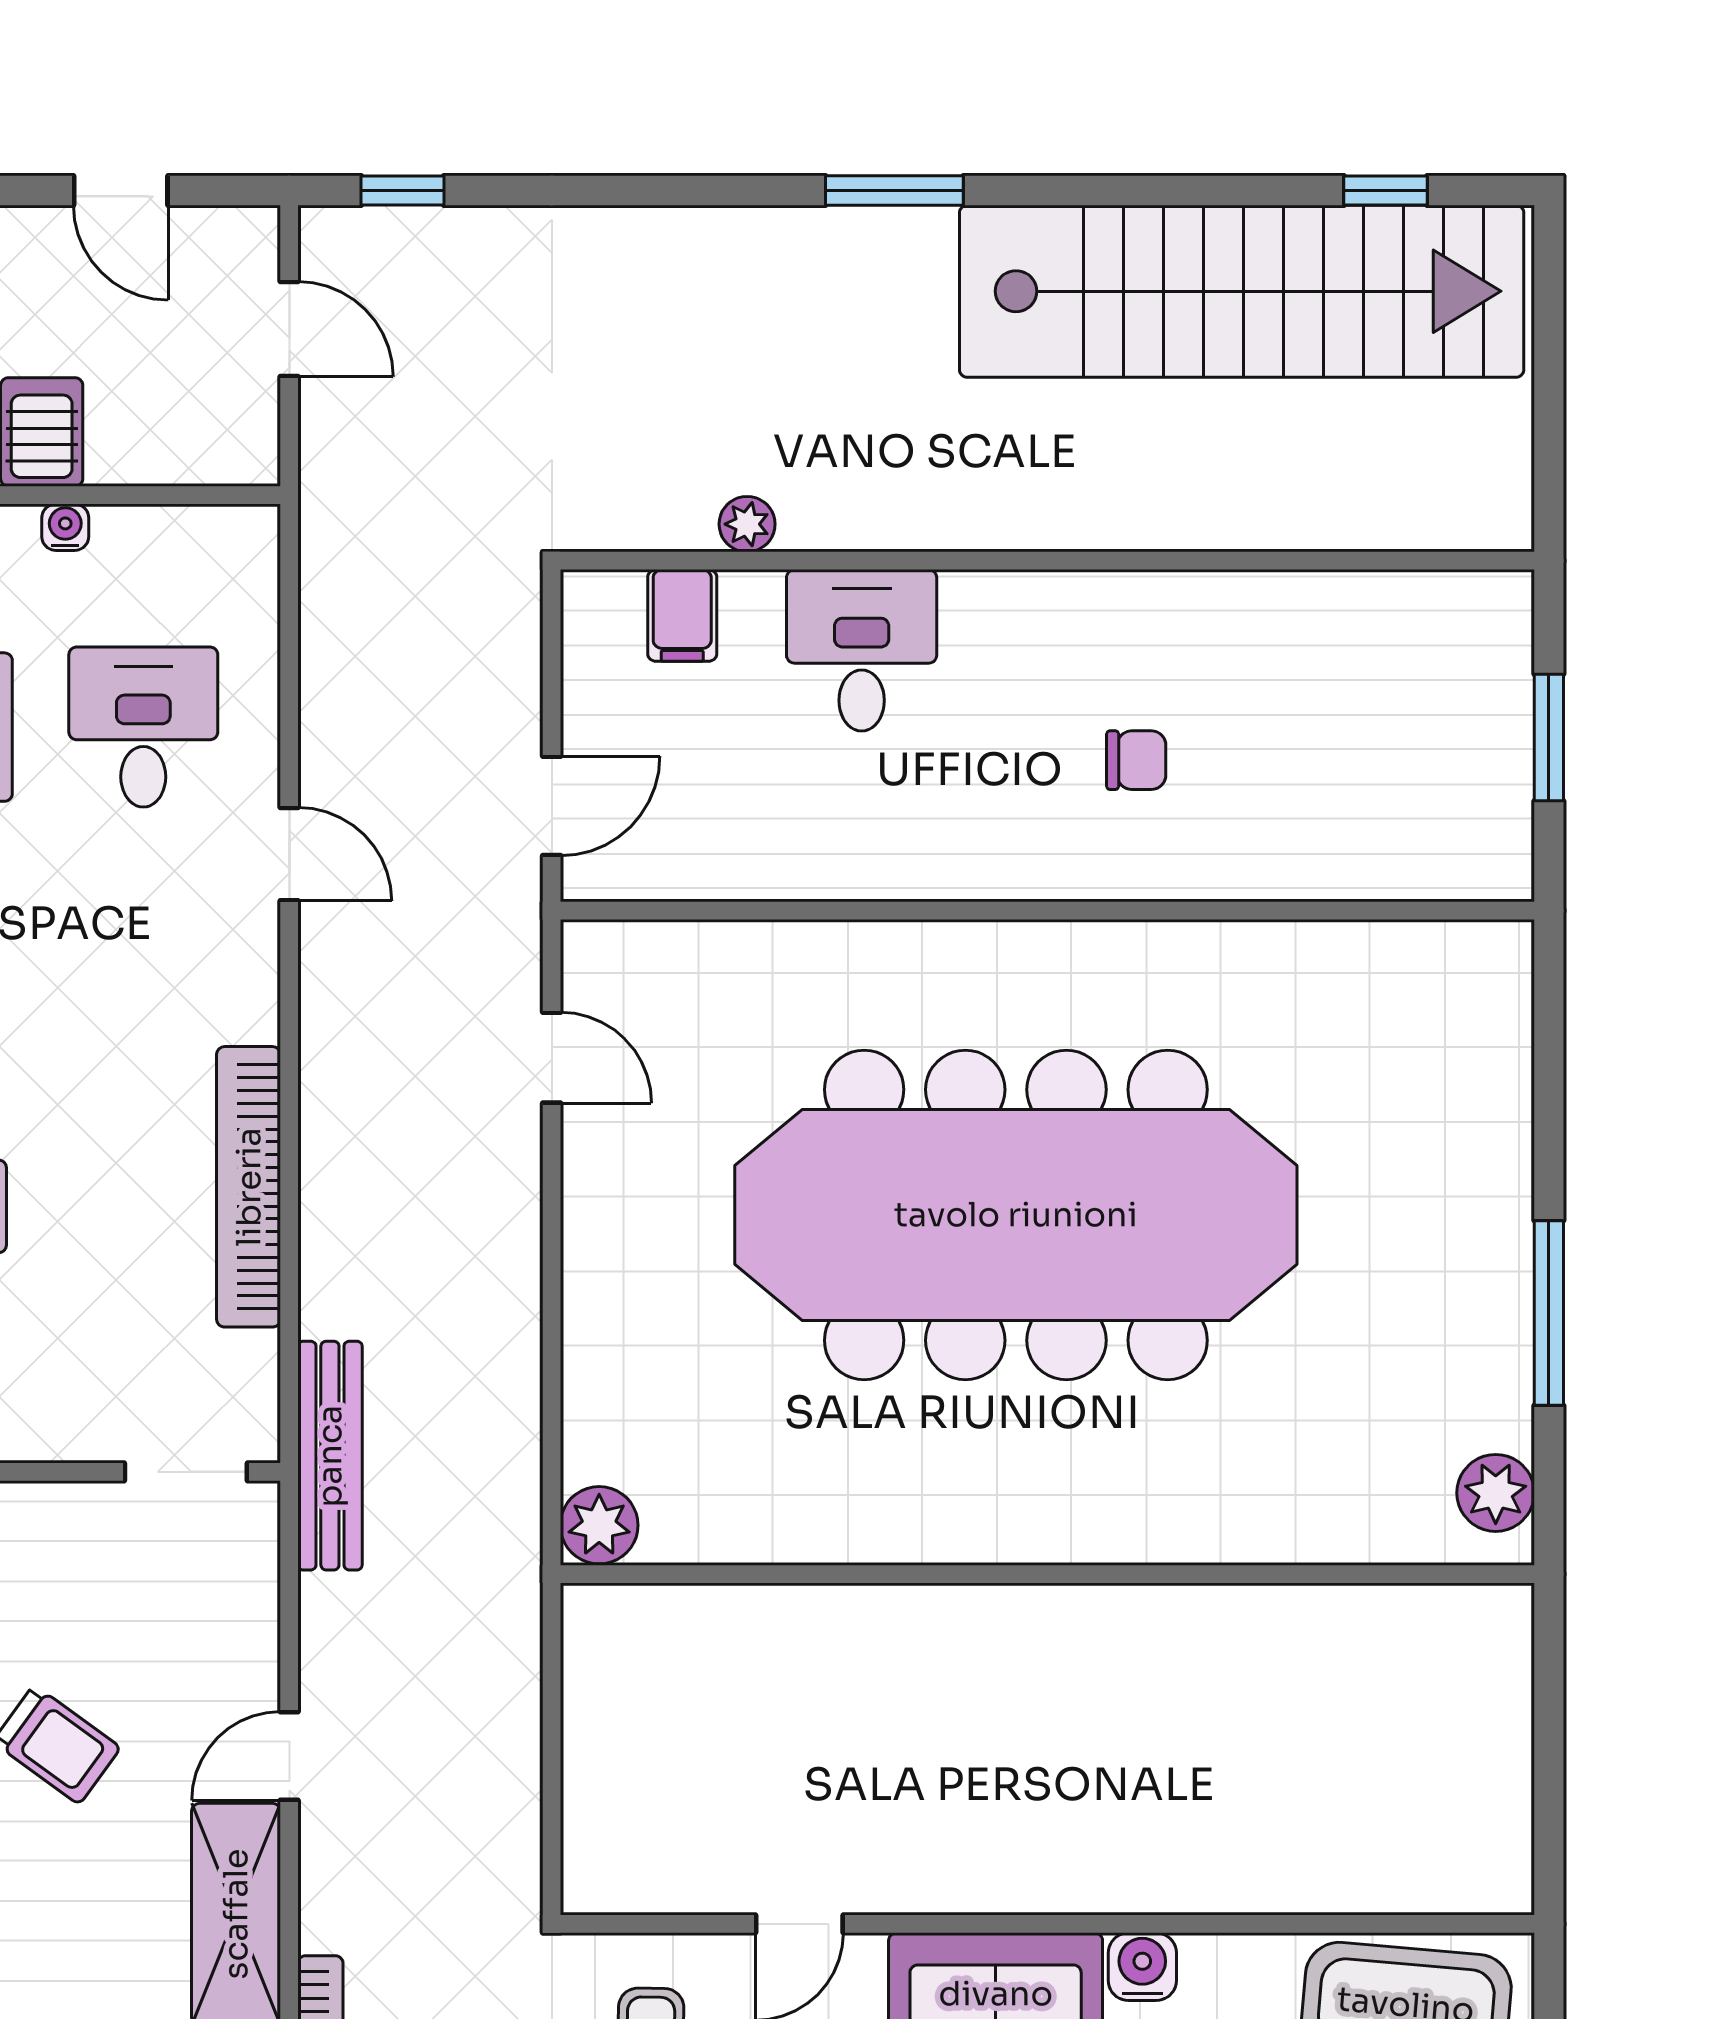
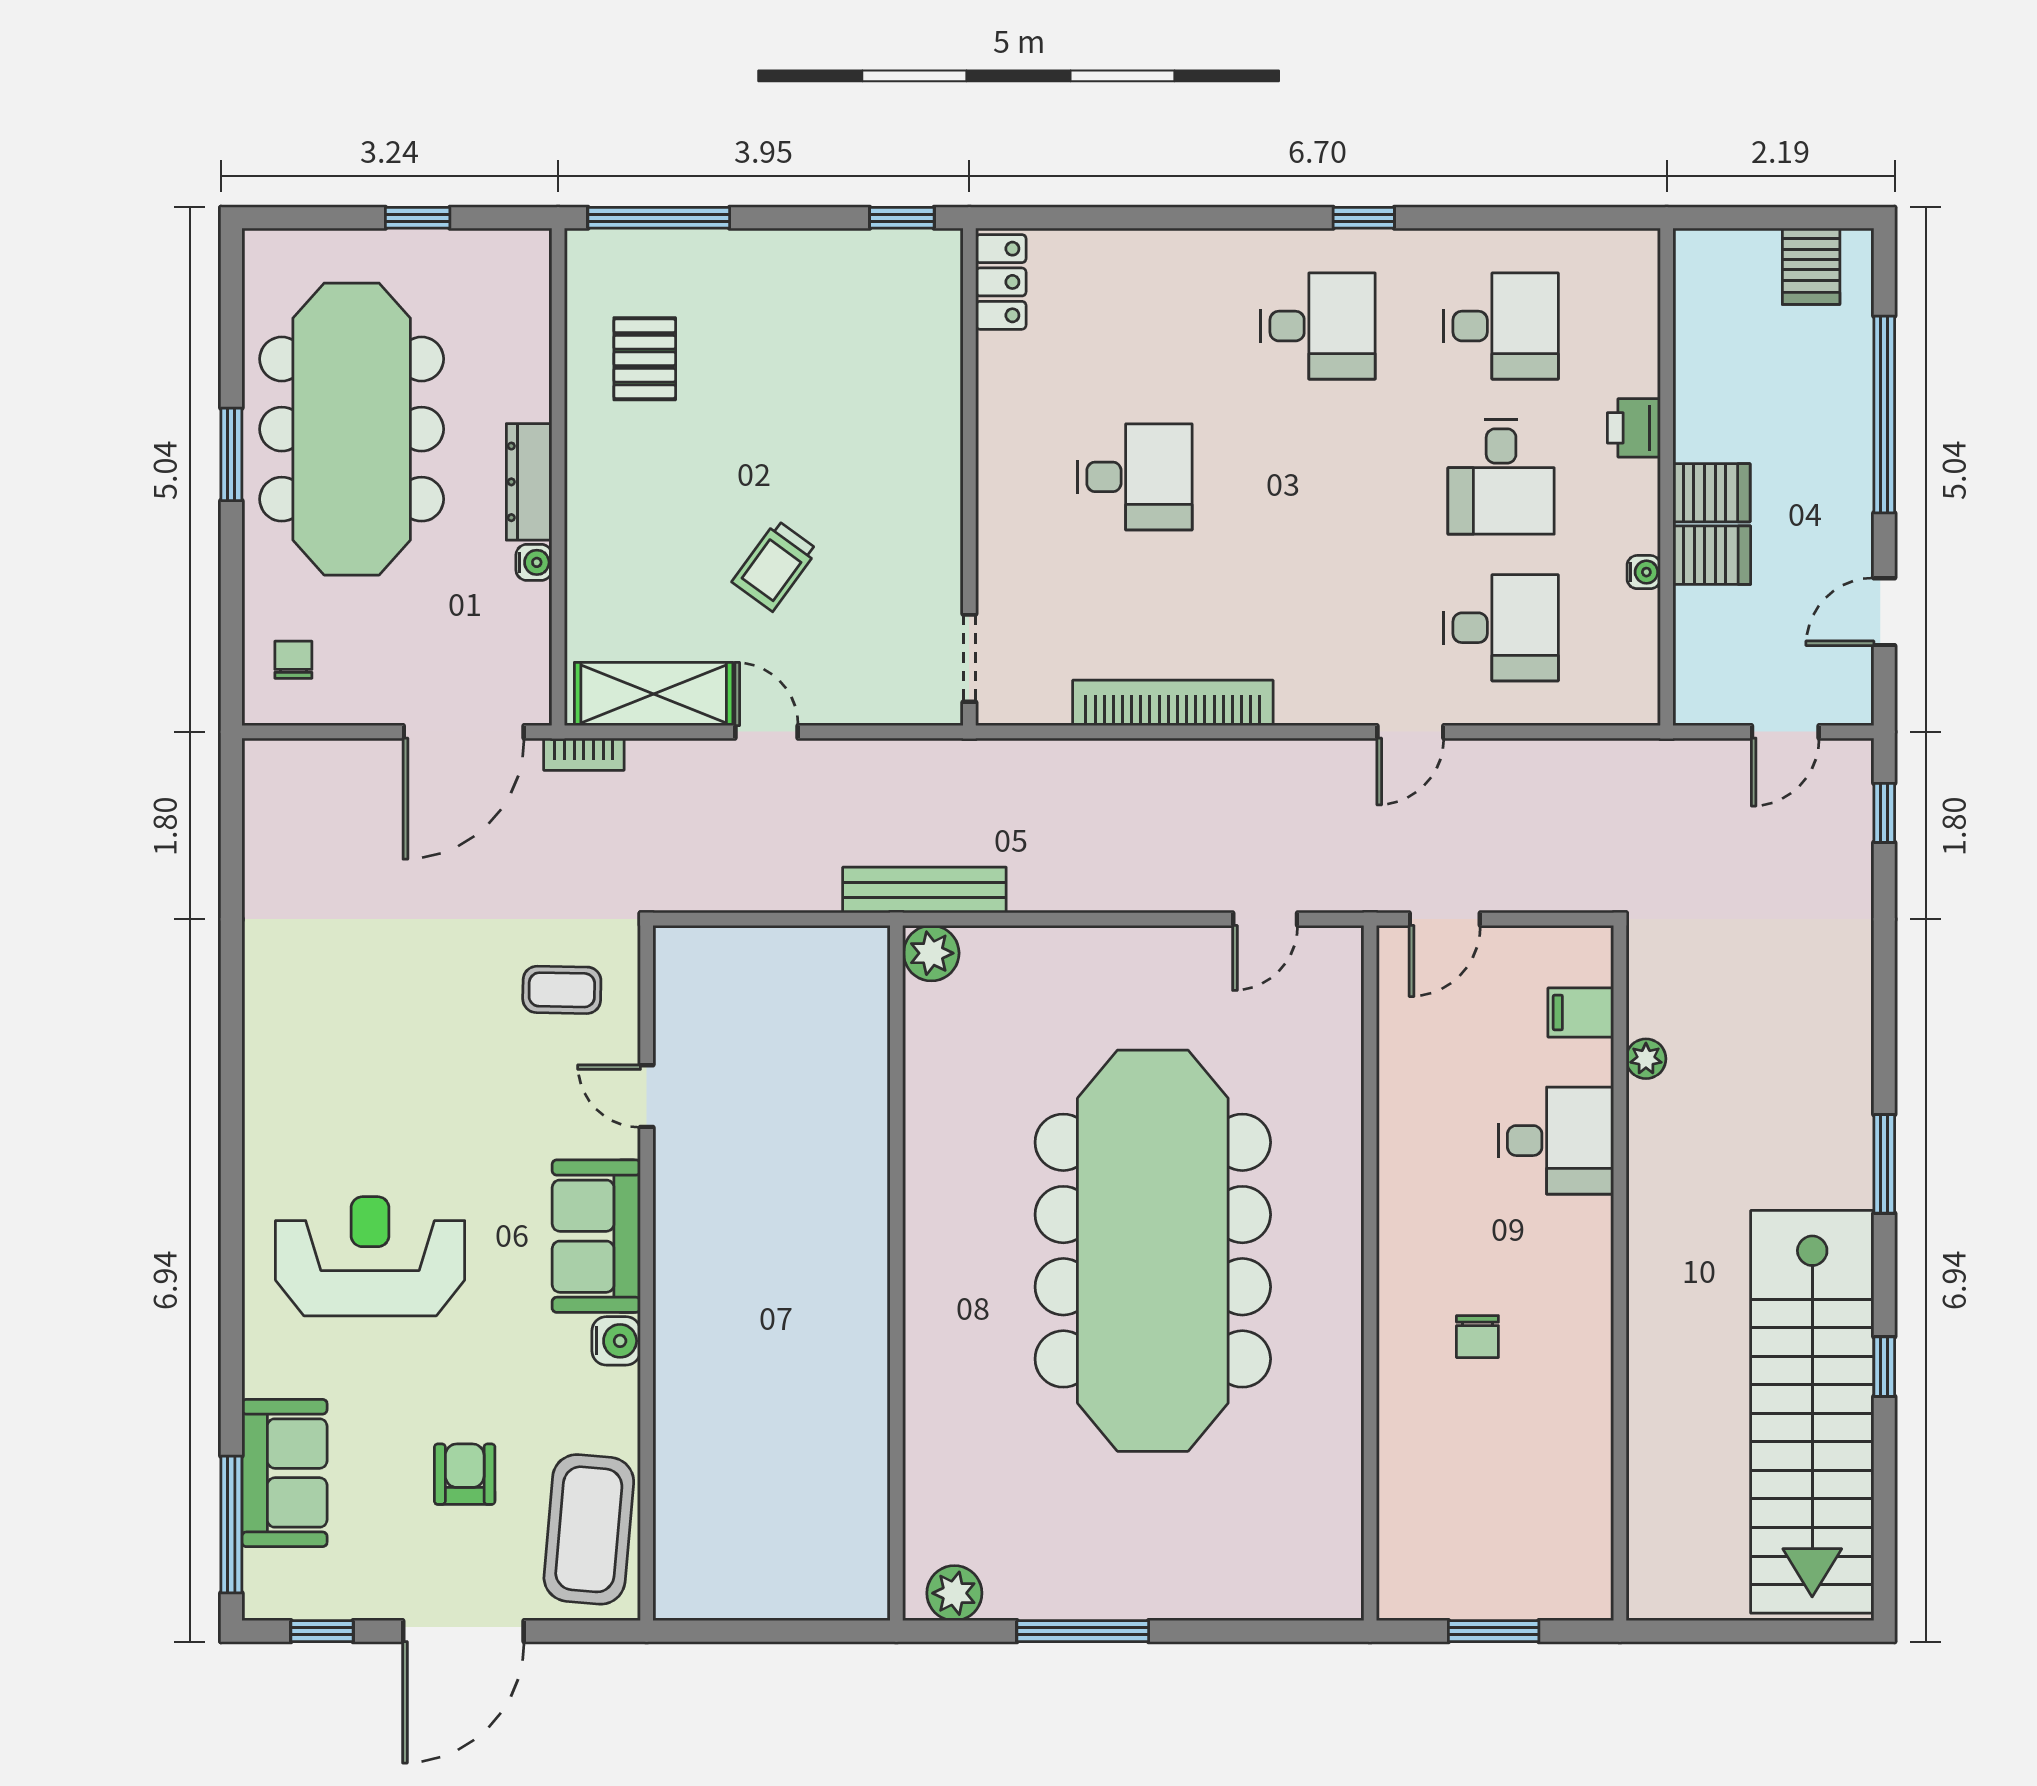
window: (1386, 190) -> (1884, 1367), moved
door: (552, 806) -> (1445, 919), hinge flipped
bench: (330, 1456) -> (924, 890), moved

